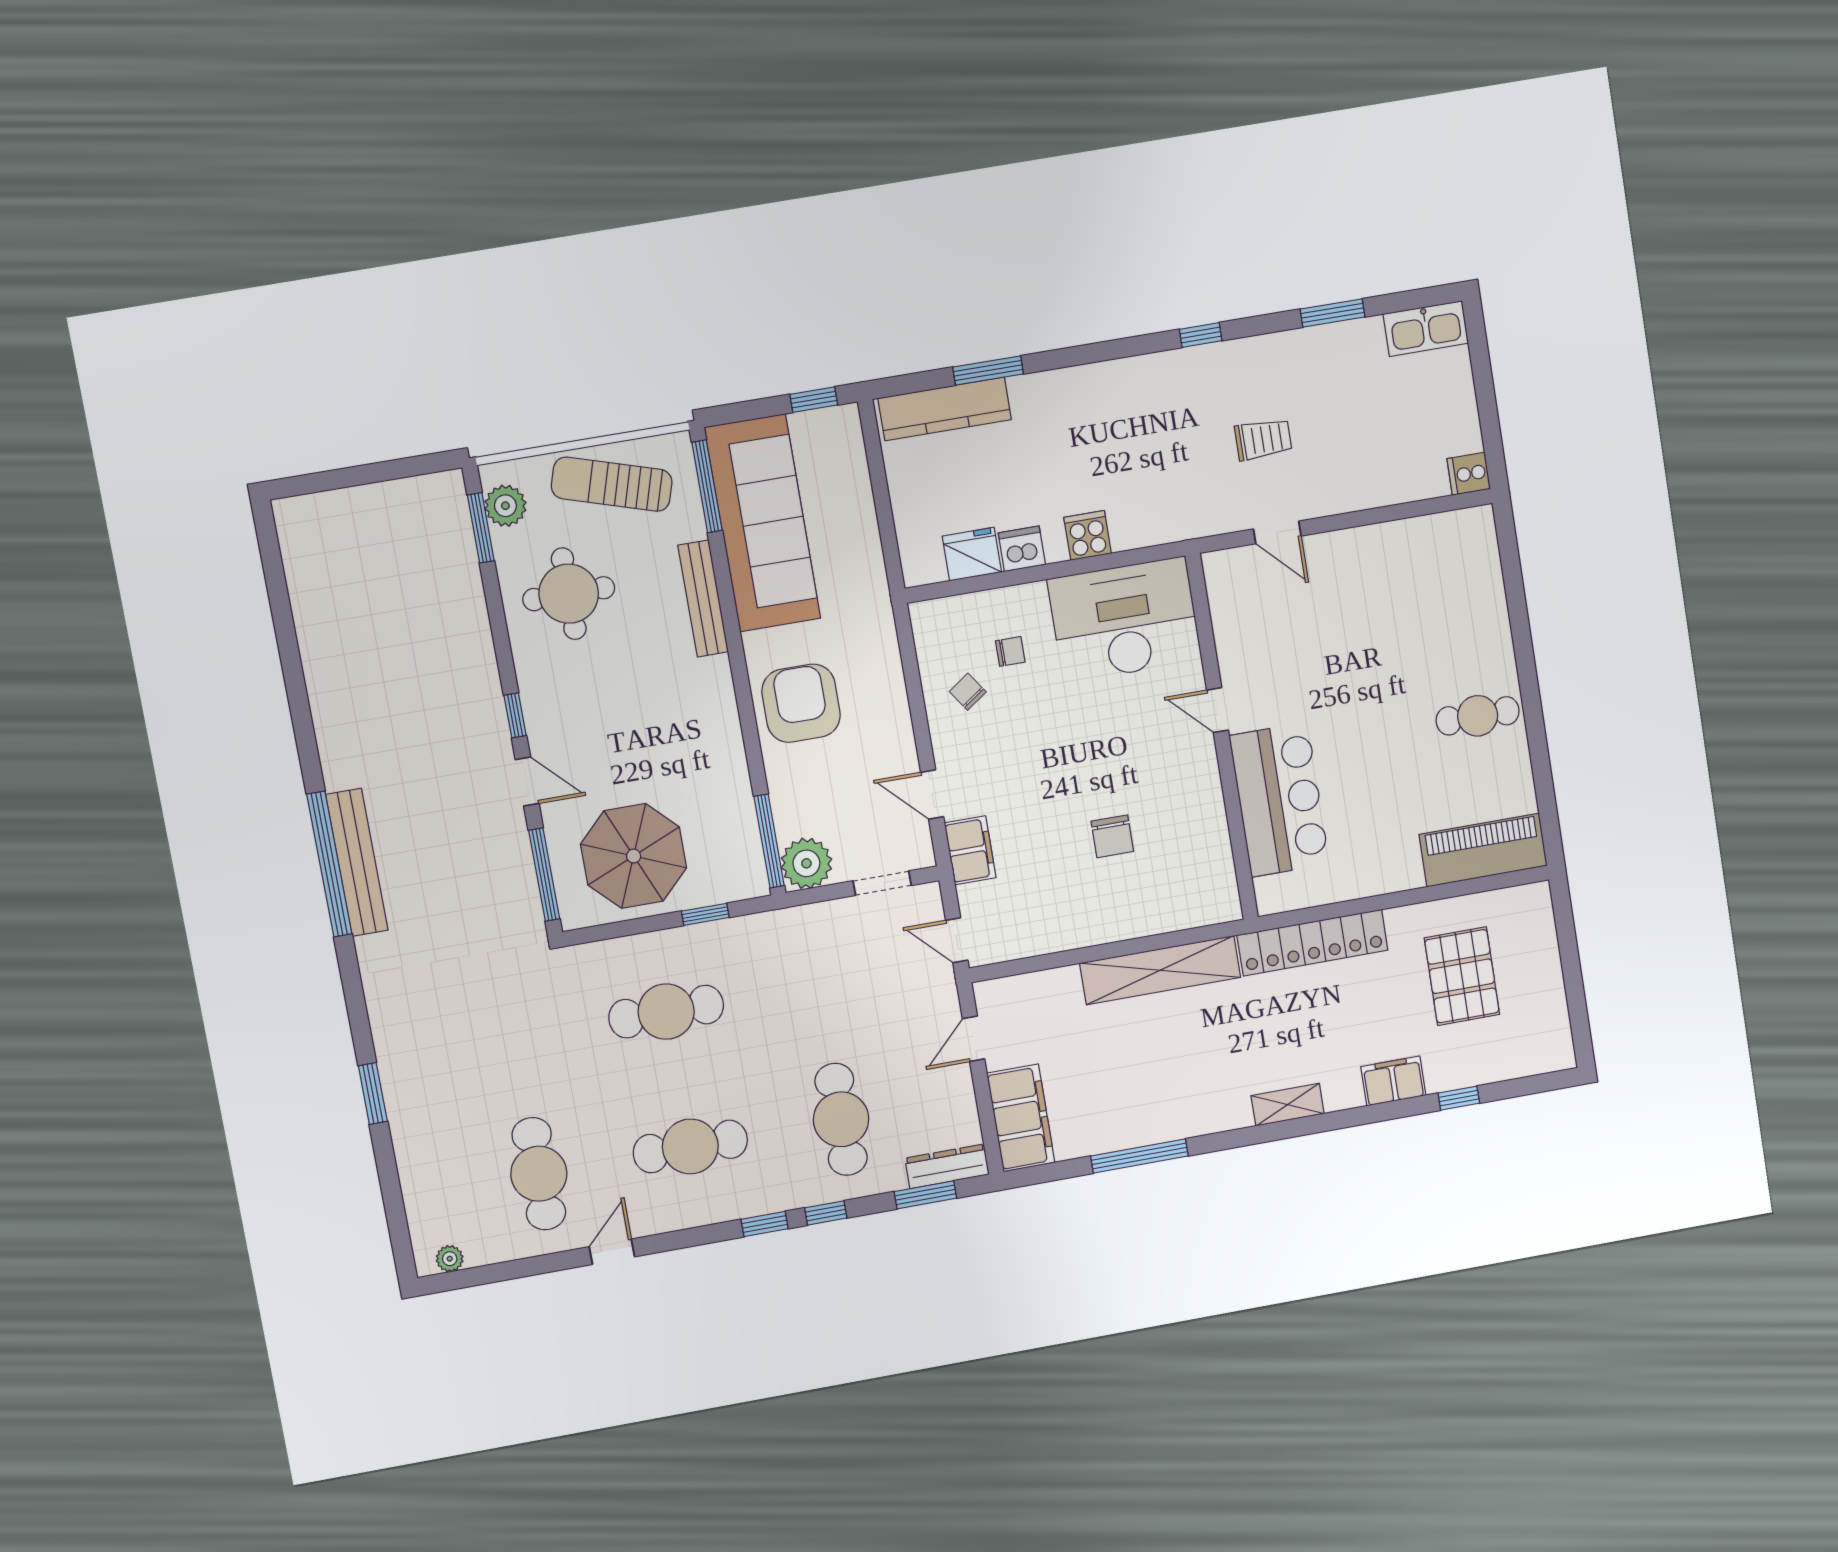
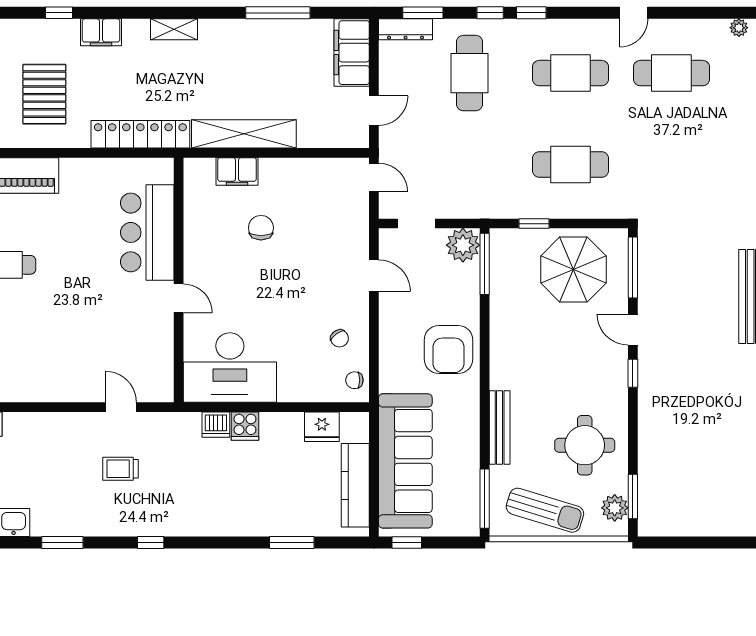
kitchen counter: (945, 409) -> (355, 485), moved, turned -90
sofa: (763, 523) -> (405, 461), moved, turned 180
dishwasher: (1022, 549) -> (216, 425), moved
chair: (1010, 651) -> (354, 380), moved
filing cabinet: (970, 850) -> (237, 171), moved, turned -90
cafe table: (539, 1174) -> (671, 73), turned 90

